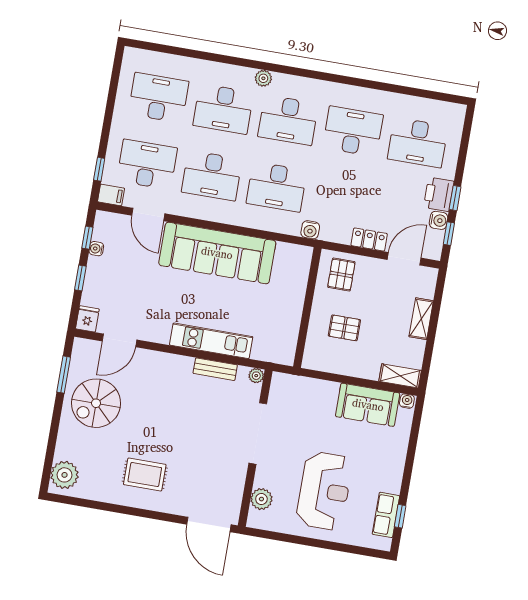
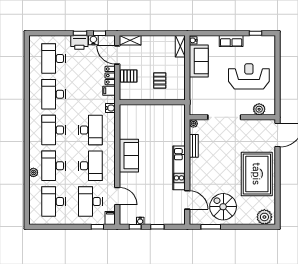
plant: (263, 78) -> (33, 172), moved
desk: (223, 109) -> (54, 166), turned 180
desk: (288, 120) -> (54, 130), turned 180
desk: (418, 143) -> (54, 58), turned 180
door: (148, 215) -> (117, 196), hinge flipped
filing cabinet: (342, 233) -> (109, 91), added
sofa: (217, 253) -> (129, 156), width x0.54, depth x0.79
pallet: (341, 275) -> (129, 76), moved
fridge: (87, 319) -> (179, 219), removed
shelving: (421, 319) -> (130, 40), moved
kitchen unit: (211, 341) -> (179, 168), moved
spiral stairs: (96, 403) -> (223, 207), turned 180
rug: (145, 475) -> (257, 174), width x1.86, depth x2.06
row of seats: (386, 515) -> (231, 41), moved

